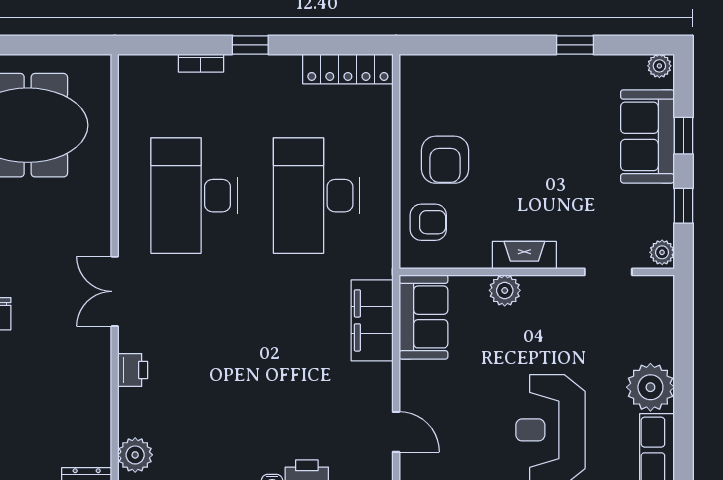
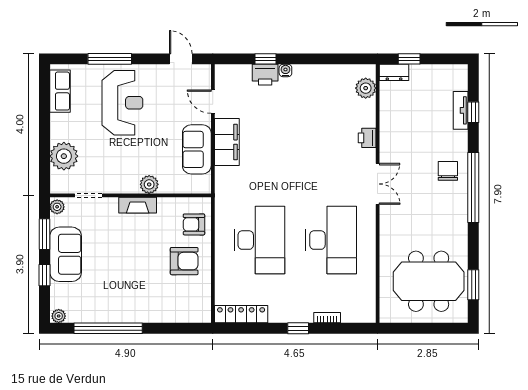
window: (575, 45) -> (108, 328), width x3.17
sofa: (647, 136) -> (66, 254), moved
armchair: (445, 160) -> (184, 261), turned 90
window: (683, 206) -> (44, 234), width x1.50
sofa: (423, 317) -> (197, 149), moved
filing cabinet: (372, 320) -> (227, 142), moved
plant: (650, 387) -> (64, 156), moved

